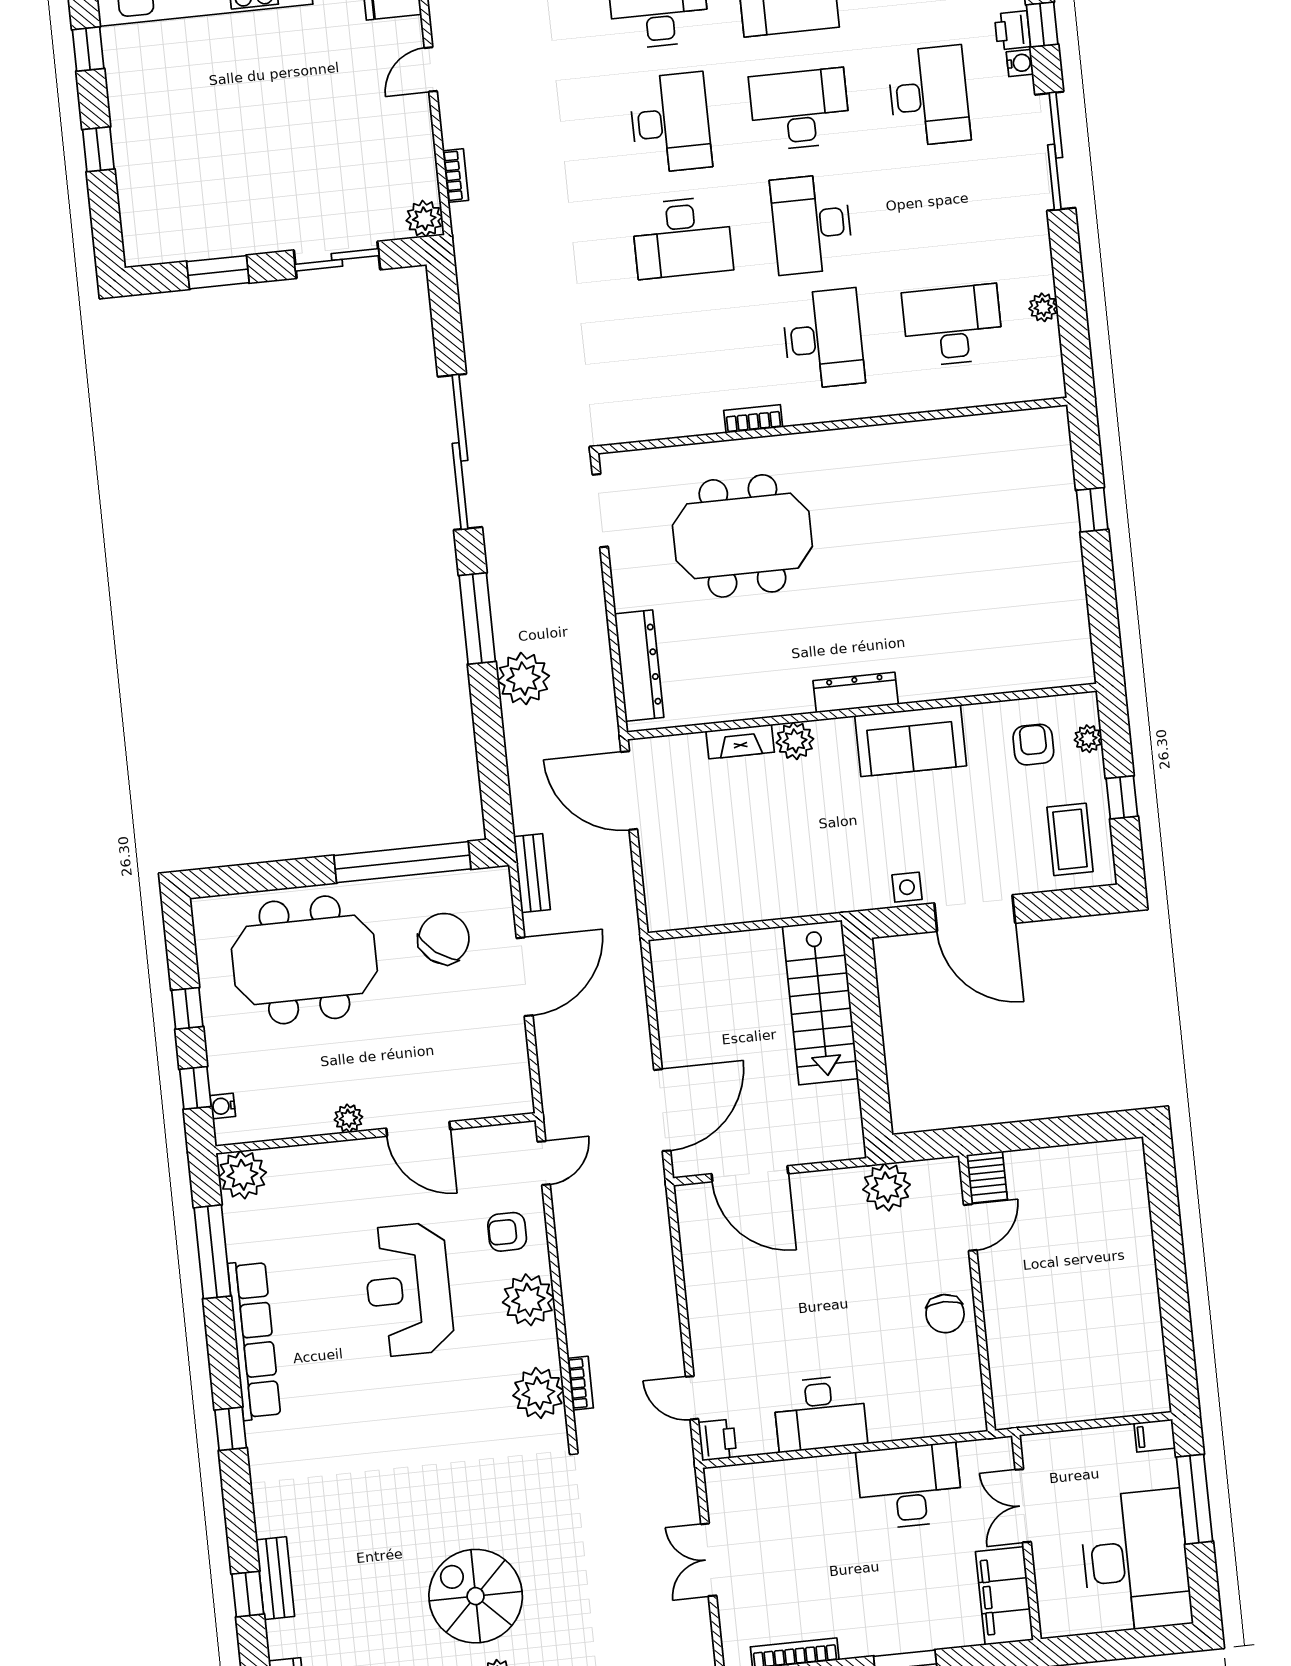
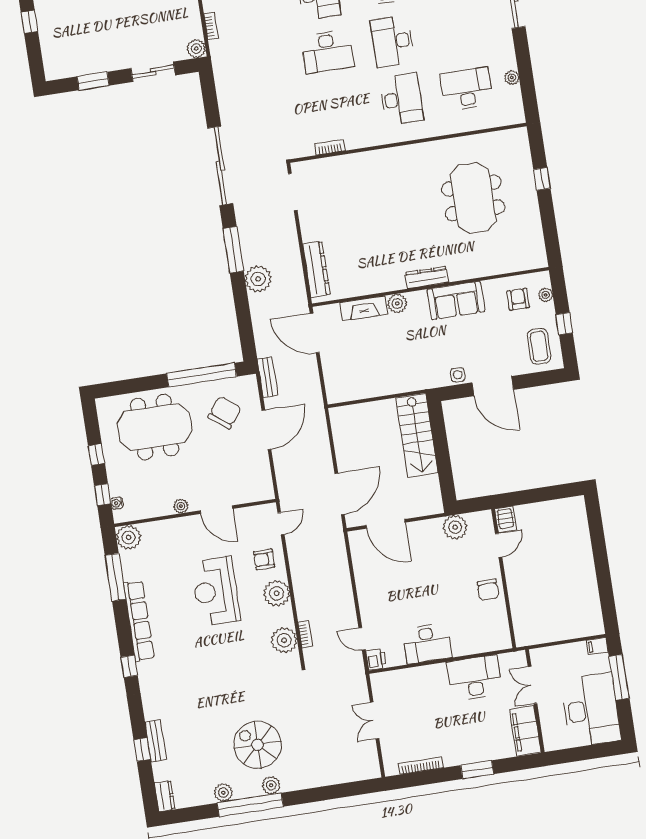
bookcase: (753, 419) -> (330, 147), moved
meeting table: (742, 536) -> (473, 198), moved, turned 90
fireplace: (740, 742) -> (364, 308), width x1.37, depth x1.32

